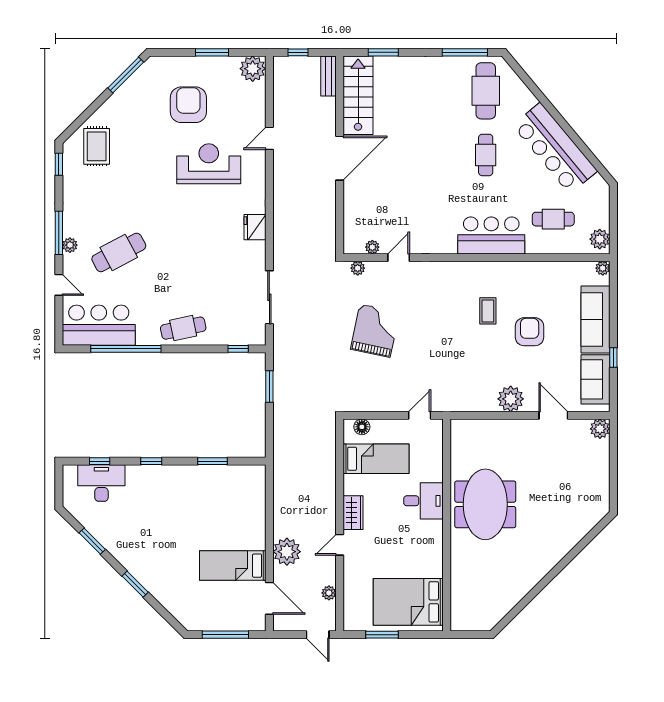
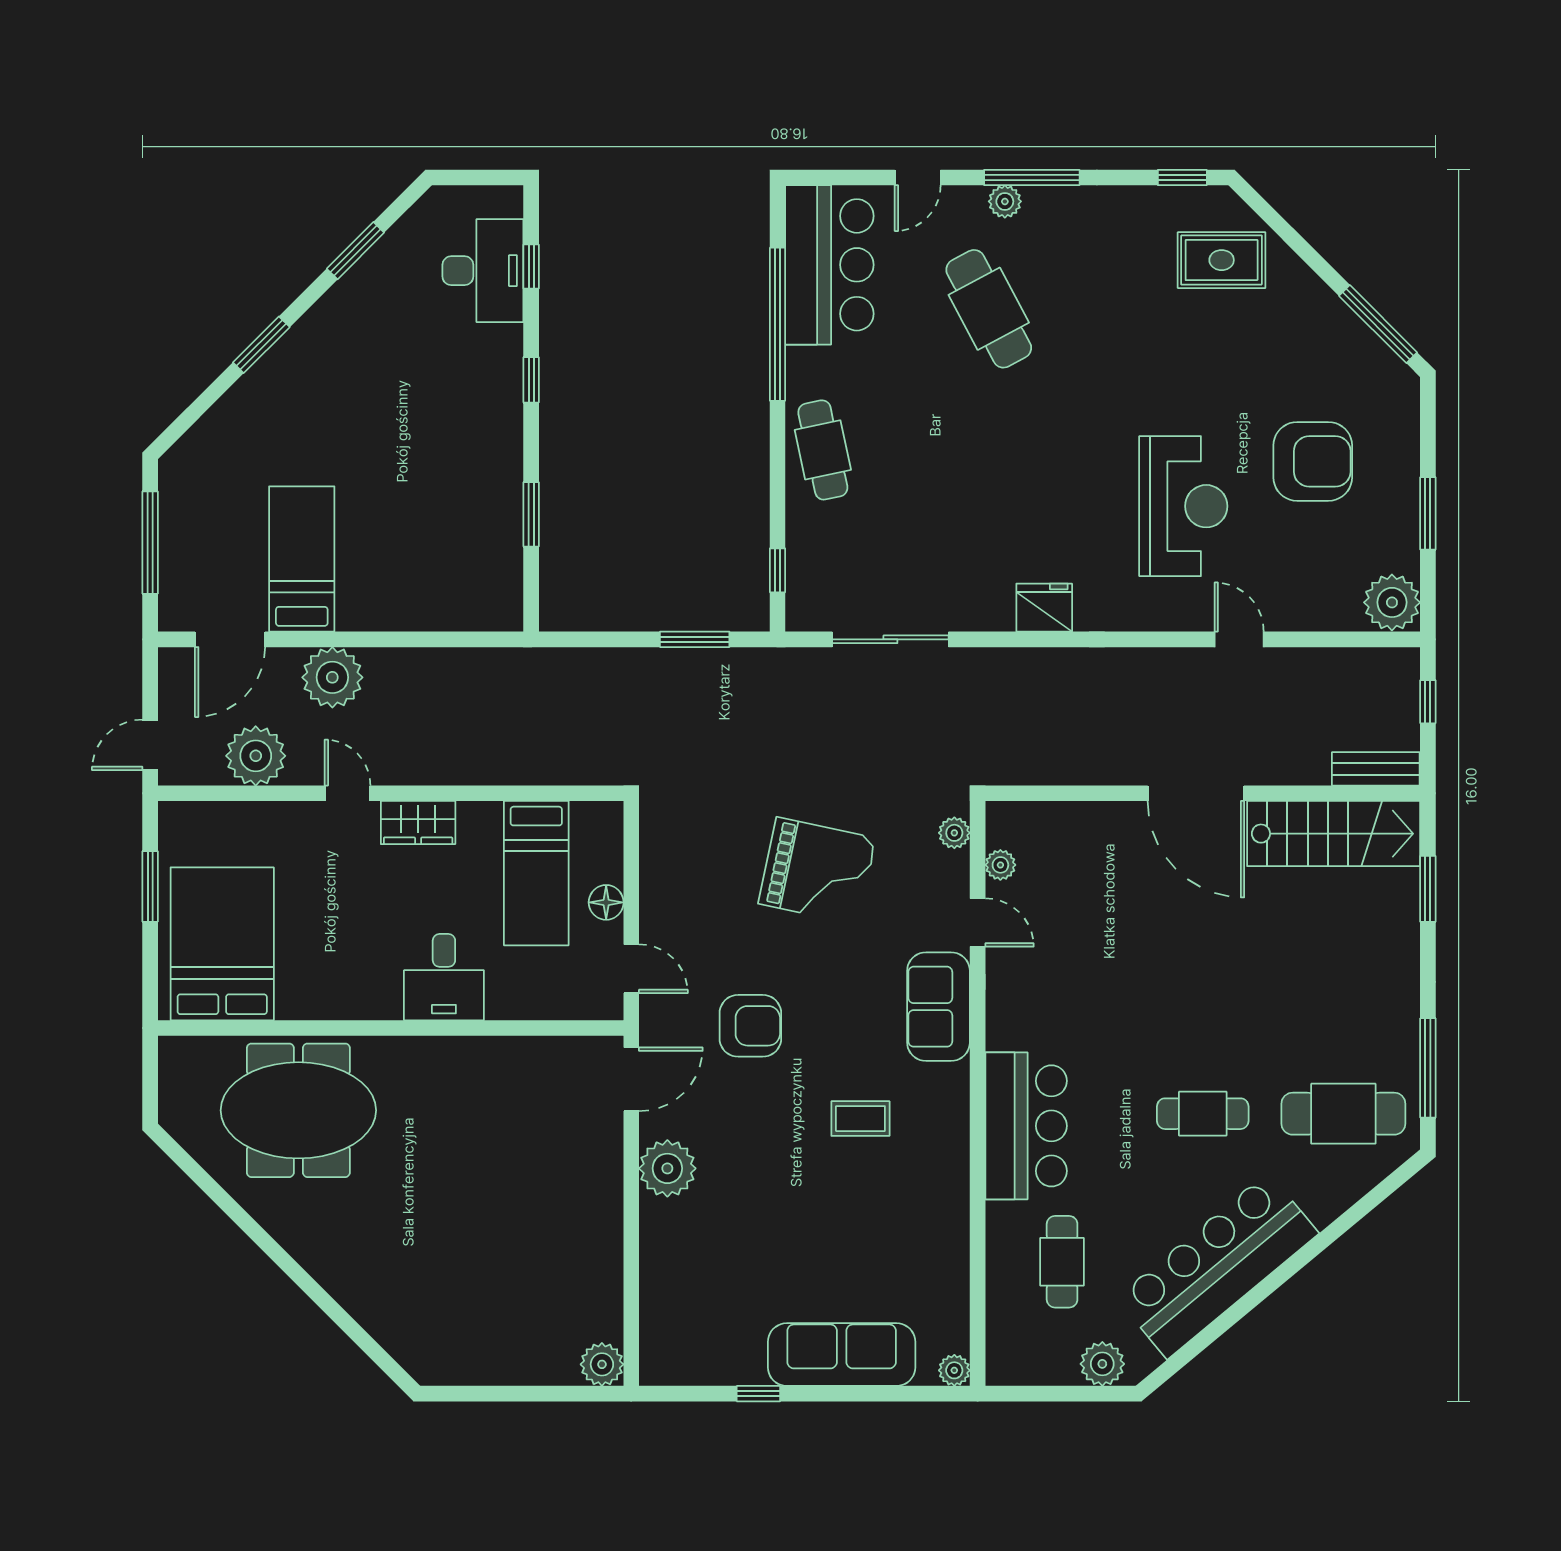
plant: (600, 239) -> (1102, 1364), moved
armchair: (530, 332) -> (750, 1026), moved
sofa: (595, 379) -> (938, 1007), moved, turned -90
door: (553, 415) -> (631, 1079), moved
floor lamp: (362, 427) -> (606, 902), moved
meeting table: (485, 504) -> (298, 1110), moved
plant: (329, 593) -> (256, 756), width x1.88, depth x1.88

